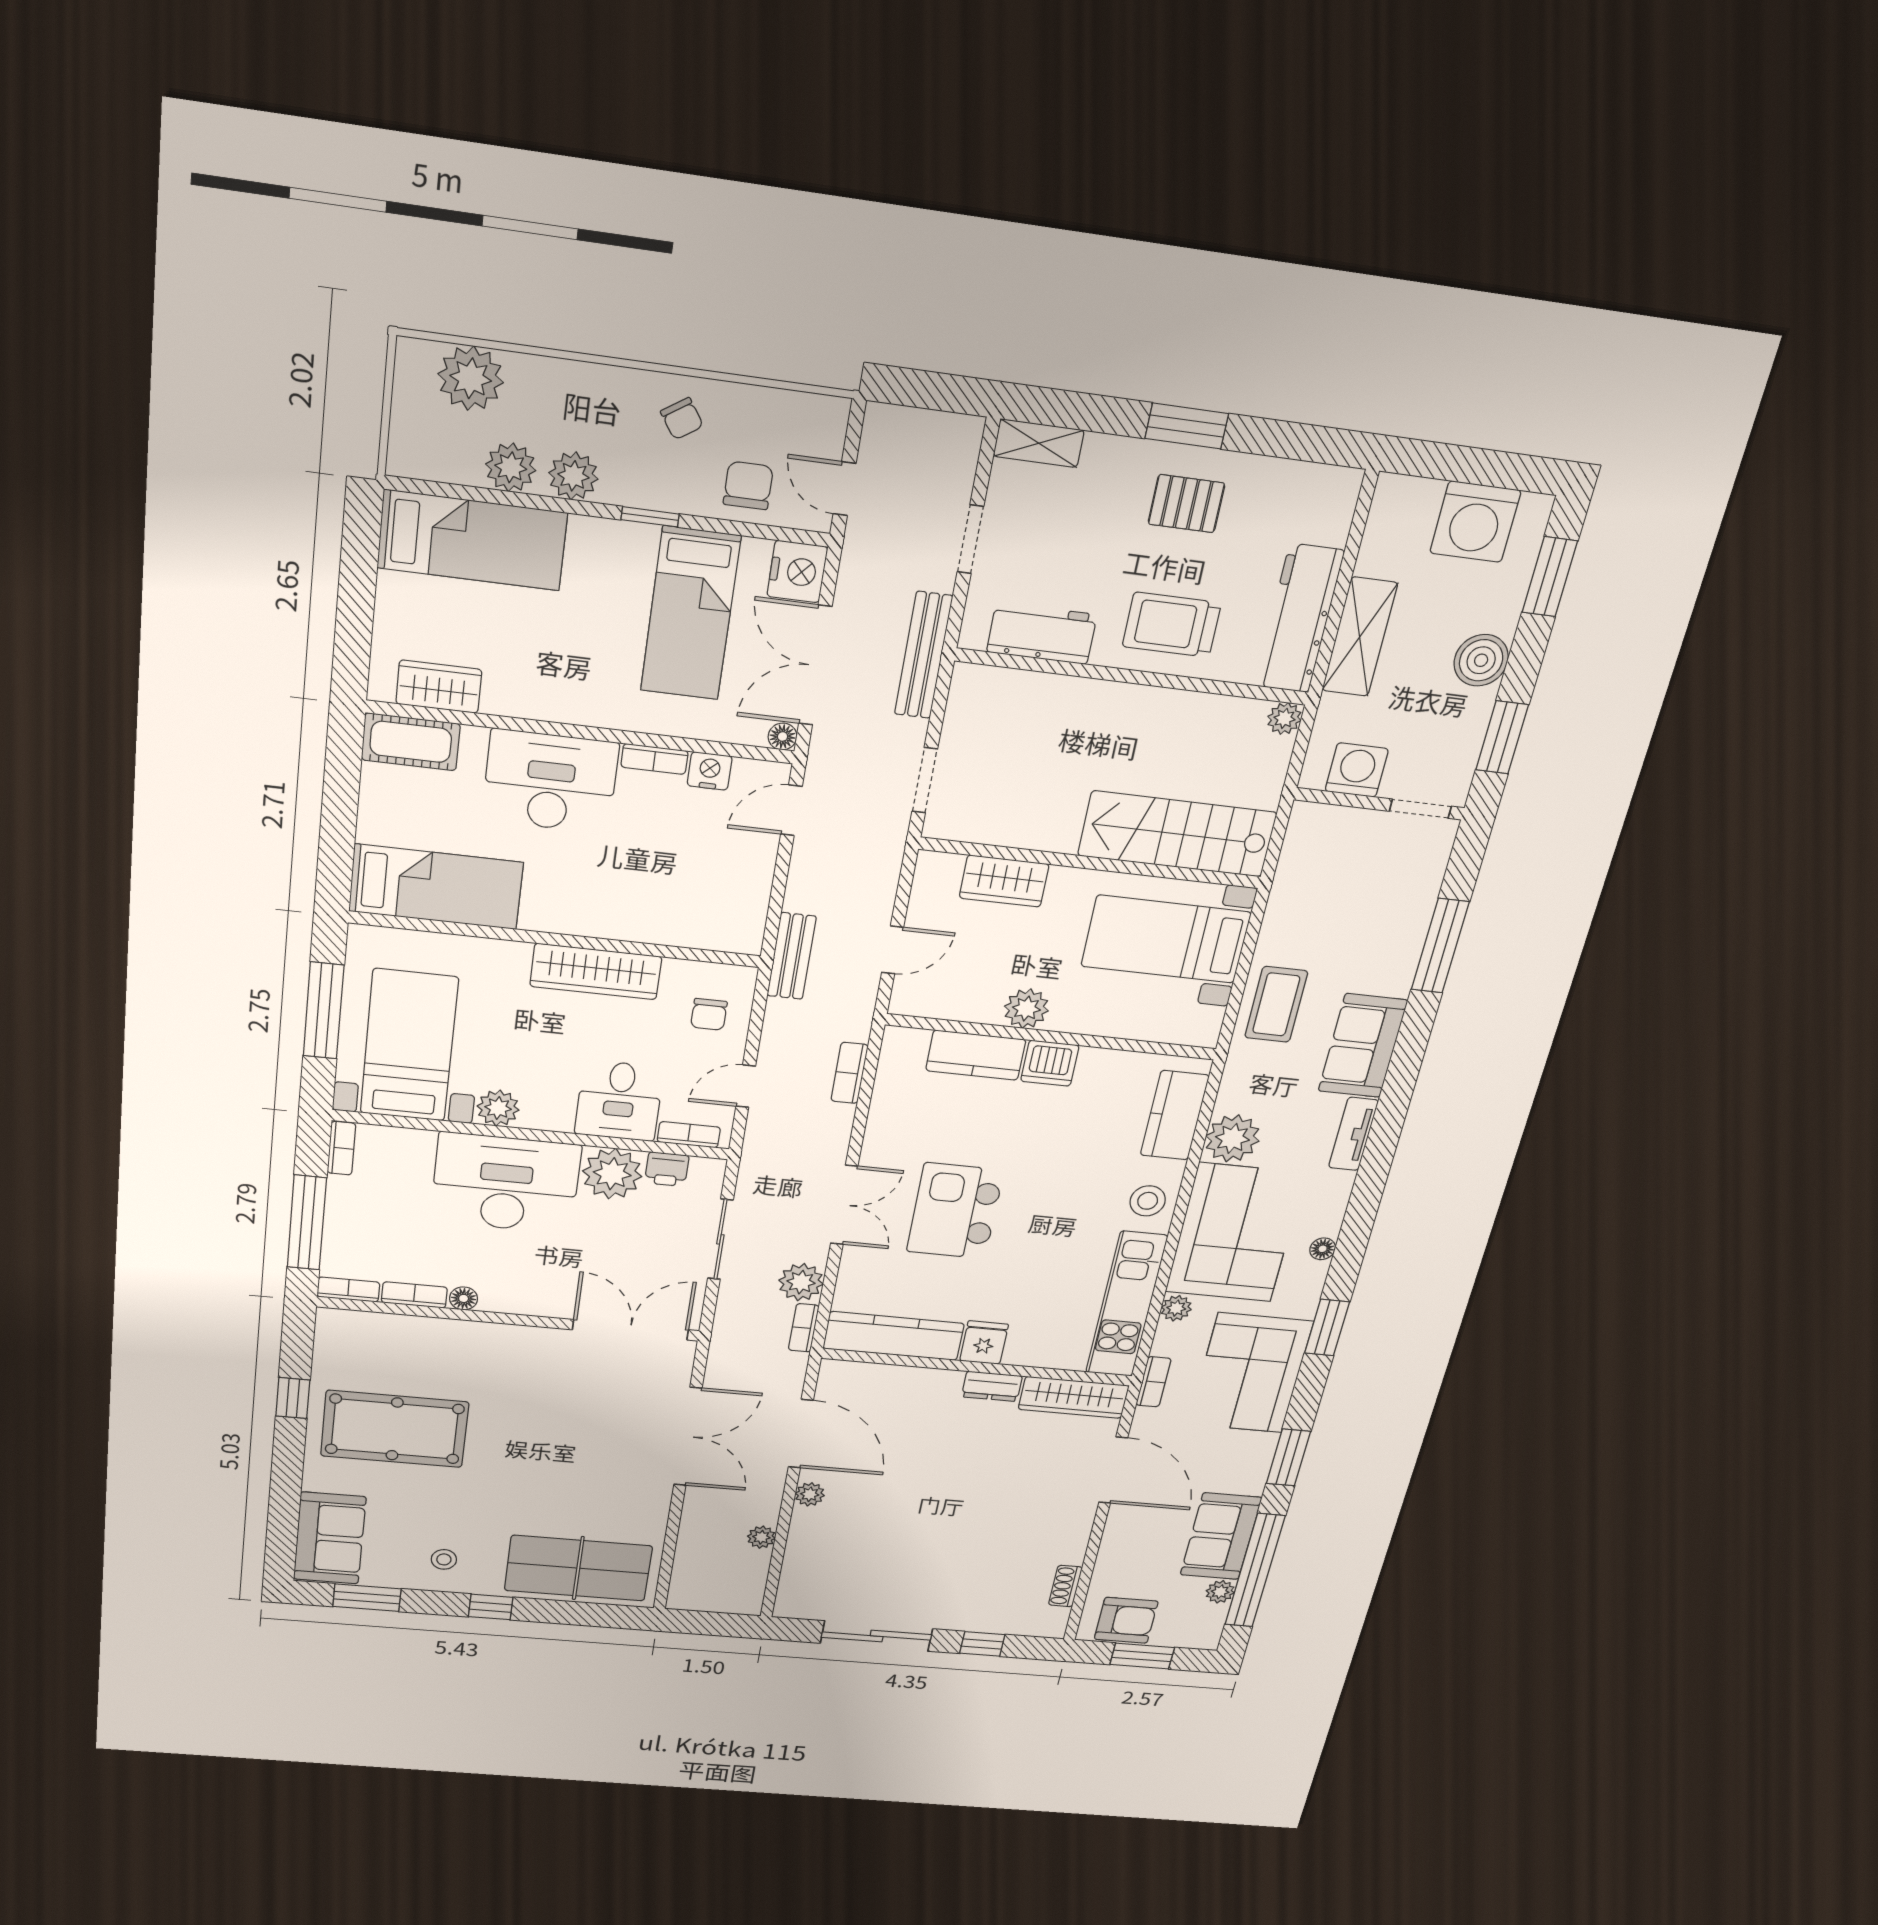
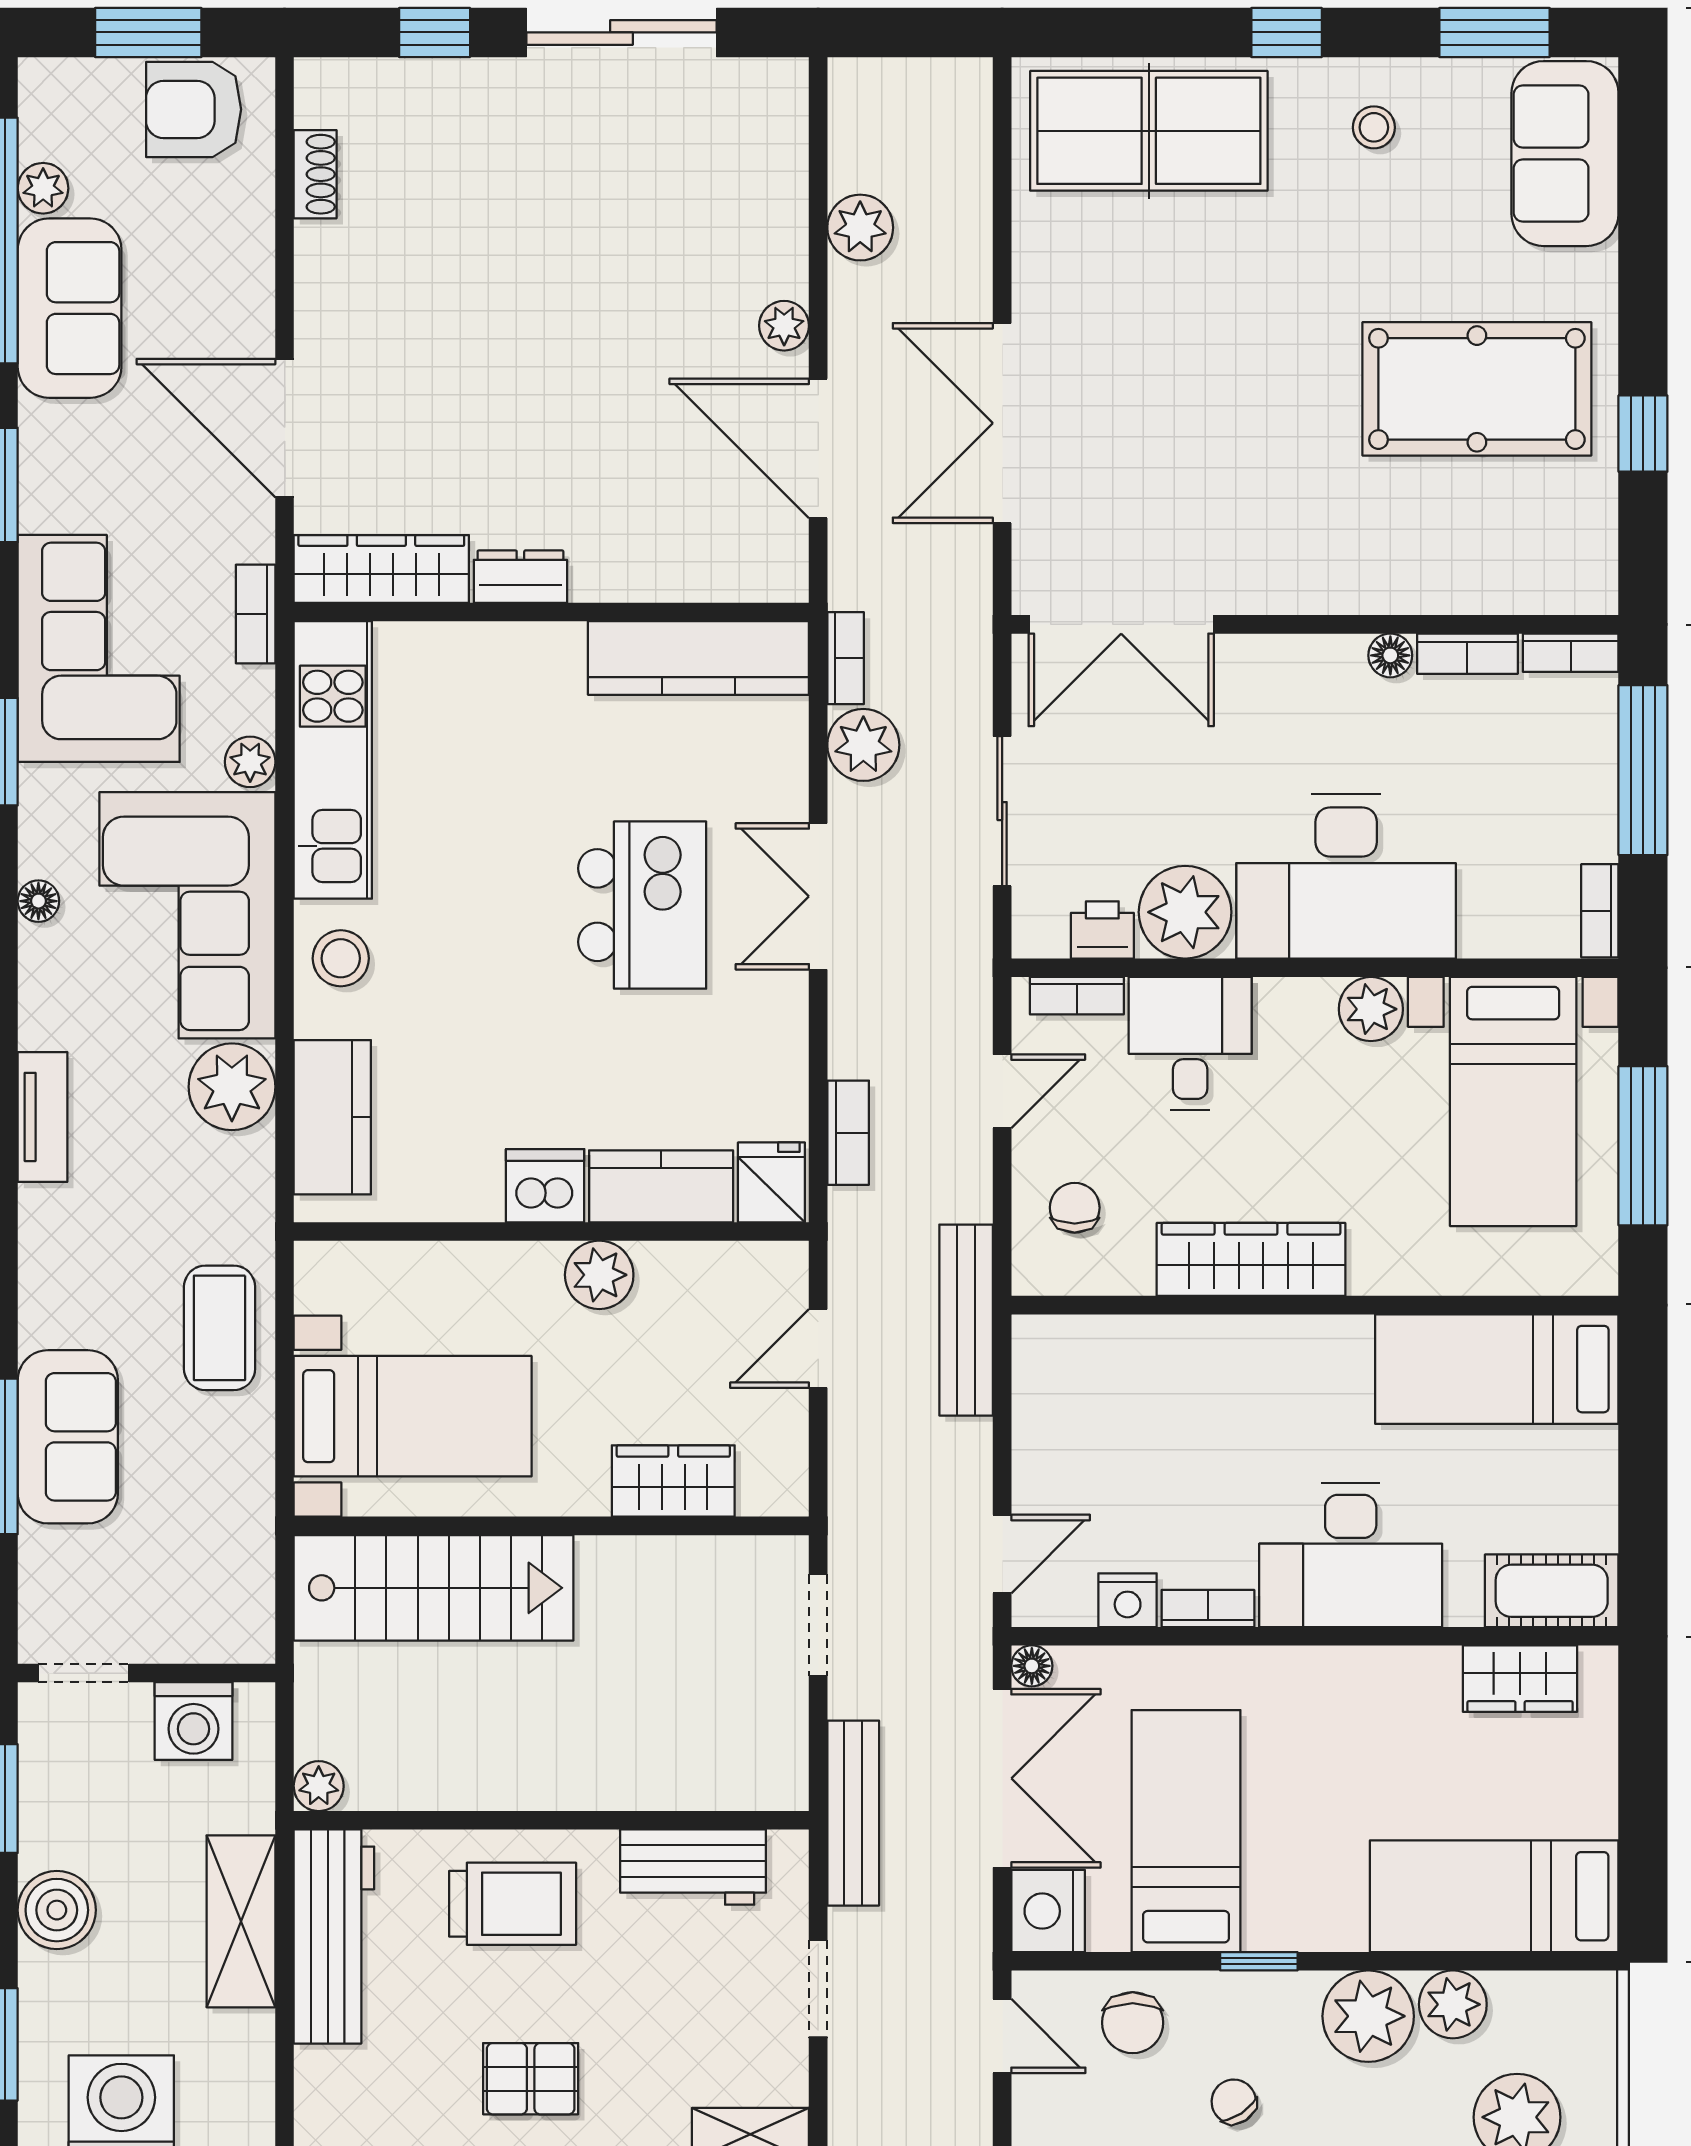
plant: (573, 476) -> (1368, 2016), width x1.36, depth x1.36
bench: (792, 956) -> (966, 1320), width x1.36
sofa: (1363, 1046) -> (68, 1437), moved
fridge: (984, 1343) -> (771, 1182), moved, turned 180
plant: (761, 1537) -> (860, 228), width x1.38, depth x1.38

